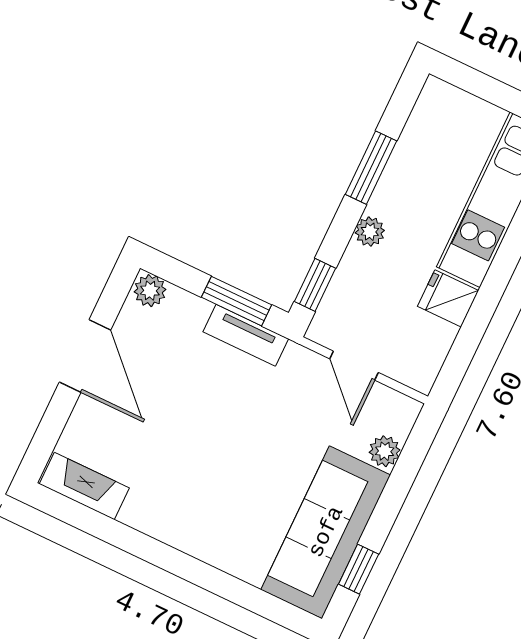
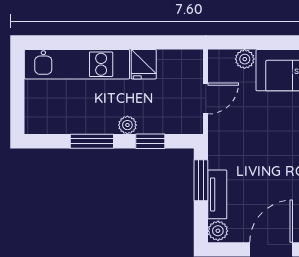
window: (315, 285) -> (150, 141), moved
tv unit: (246, 335) -> (217, 194), moved

